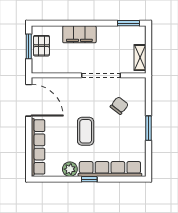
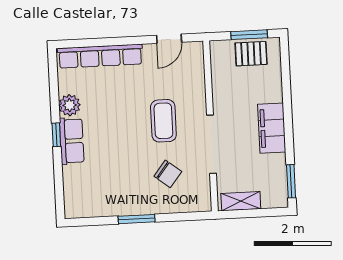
filing cabinet: (79, 34) -> (272, 128), moved
door: (29, 100) -> (169, 39), width x0.53
coffee table: (86, 131) -> (163, 121), moved, turned 90
row of seats: (110, 169) -> (72, 141), width x0.50

